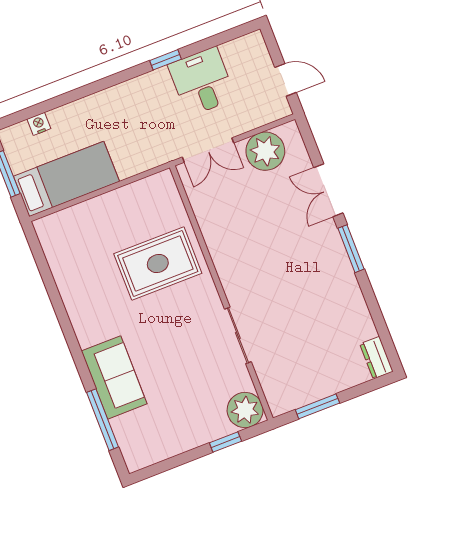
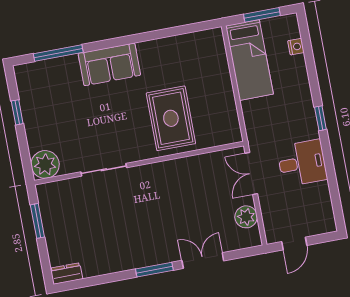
window: (165, 60) -> (320, 118), moved
desk: (202, 82) -> (302, 163), moved
plant: (265, 151) -> (246, 217), width x0.73, depth x0.73
sofa: (114, 377) -> (109, 64), moved
window: (225, 442) -> (17, 112), moved

